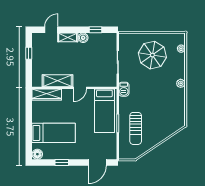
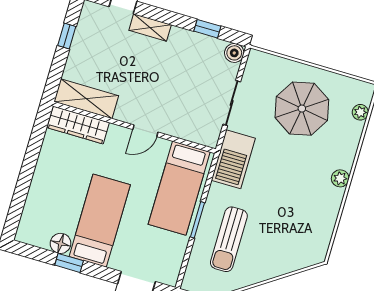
boiler: (83, 38) -> (234, 53), moved
shelving: (57, 81) -> (86, 99), moved
barbecue: (124, 89) -> (233, 159), width x1.88, depth x1.53
bed: (53, 133) -> (100, 221), moved, turned -90
floor lamp: (37, 154) -> (61, 243), moved

